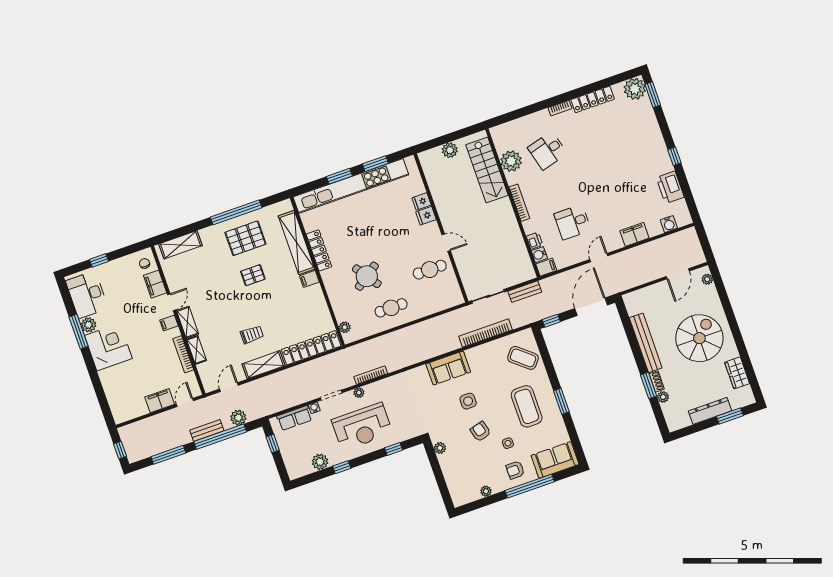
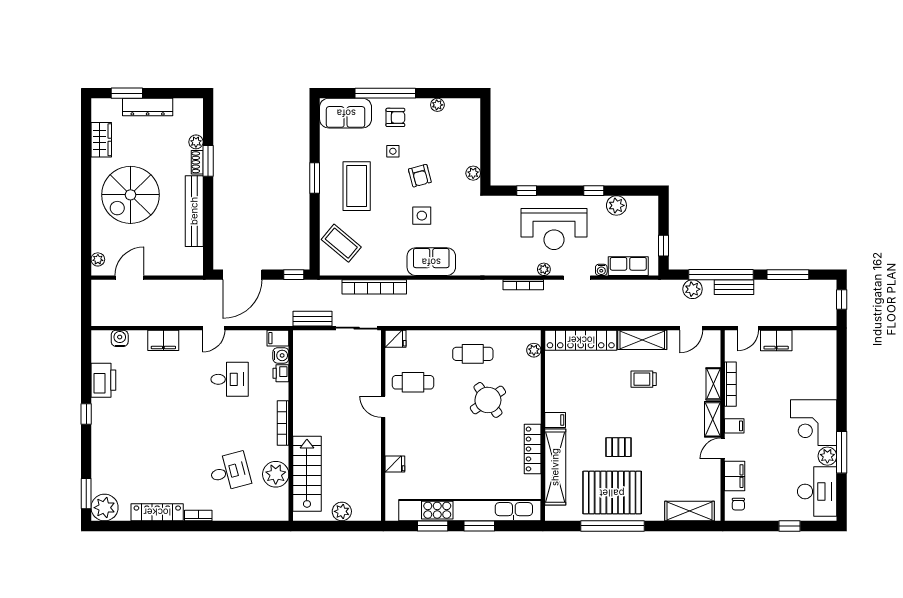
fridge: (426, 216) -> (396, 339), moved
pallet: (245, 238) -> (612, 493), width x1.37, depth x1.41
reception desk: (362, 427) -> (554, 229), turned 180

